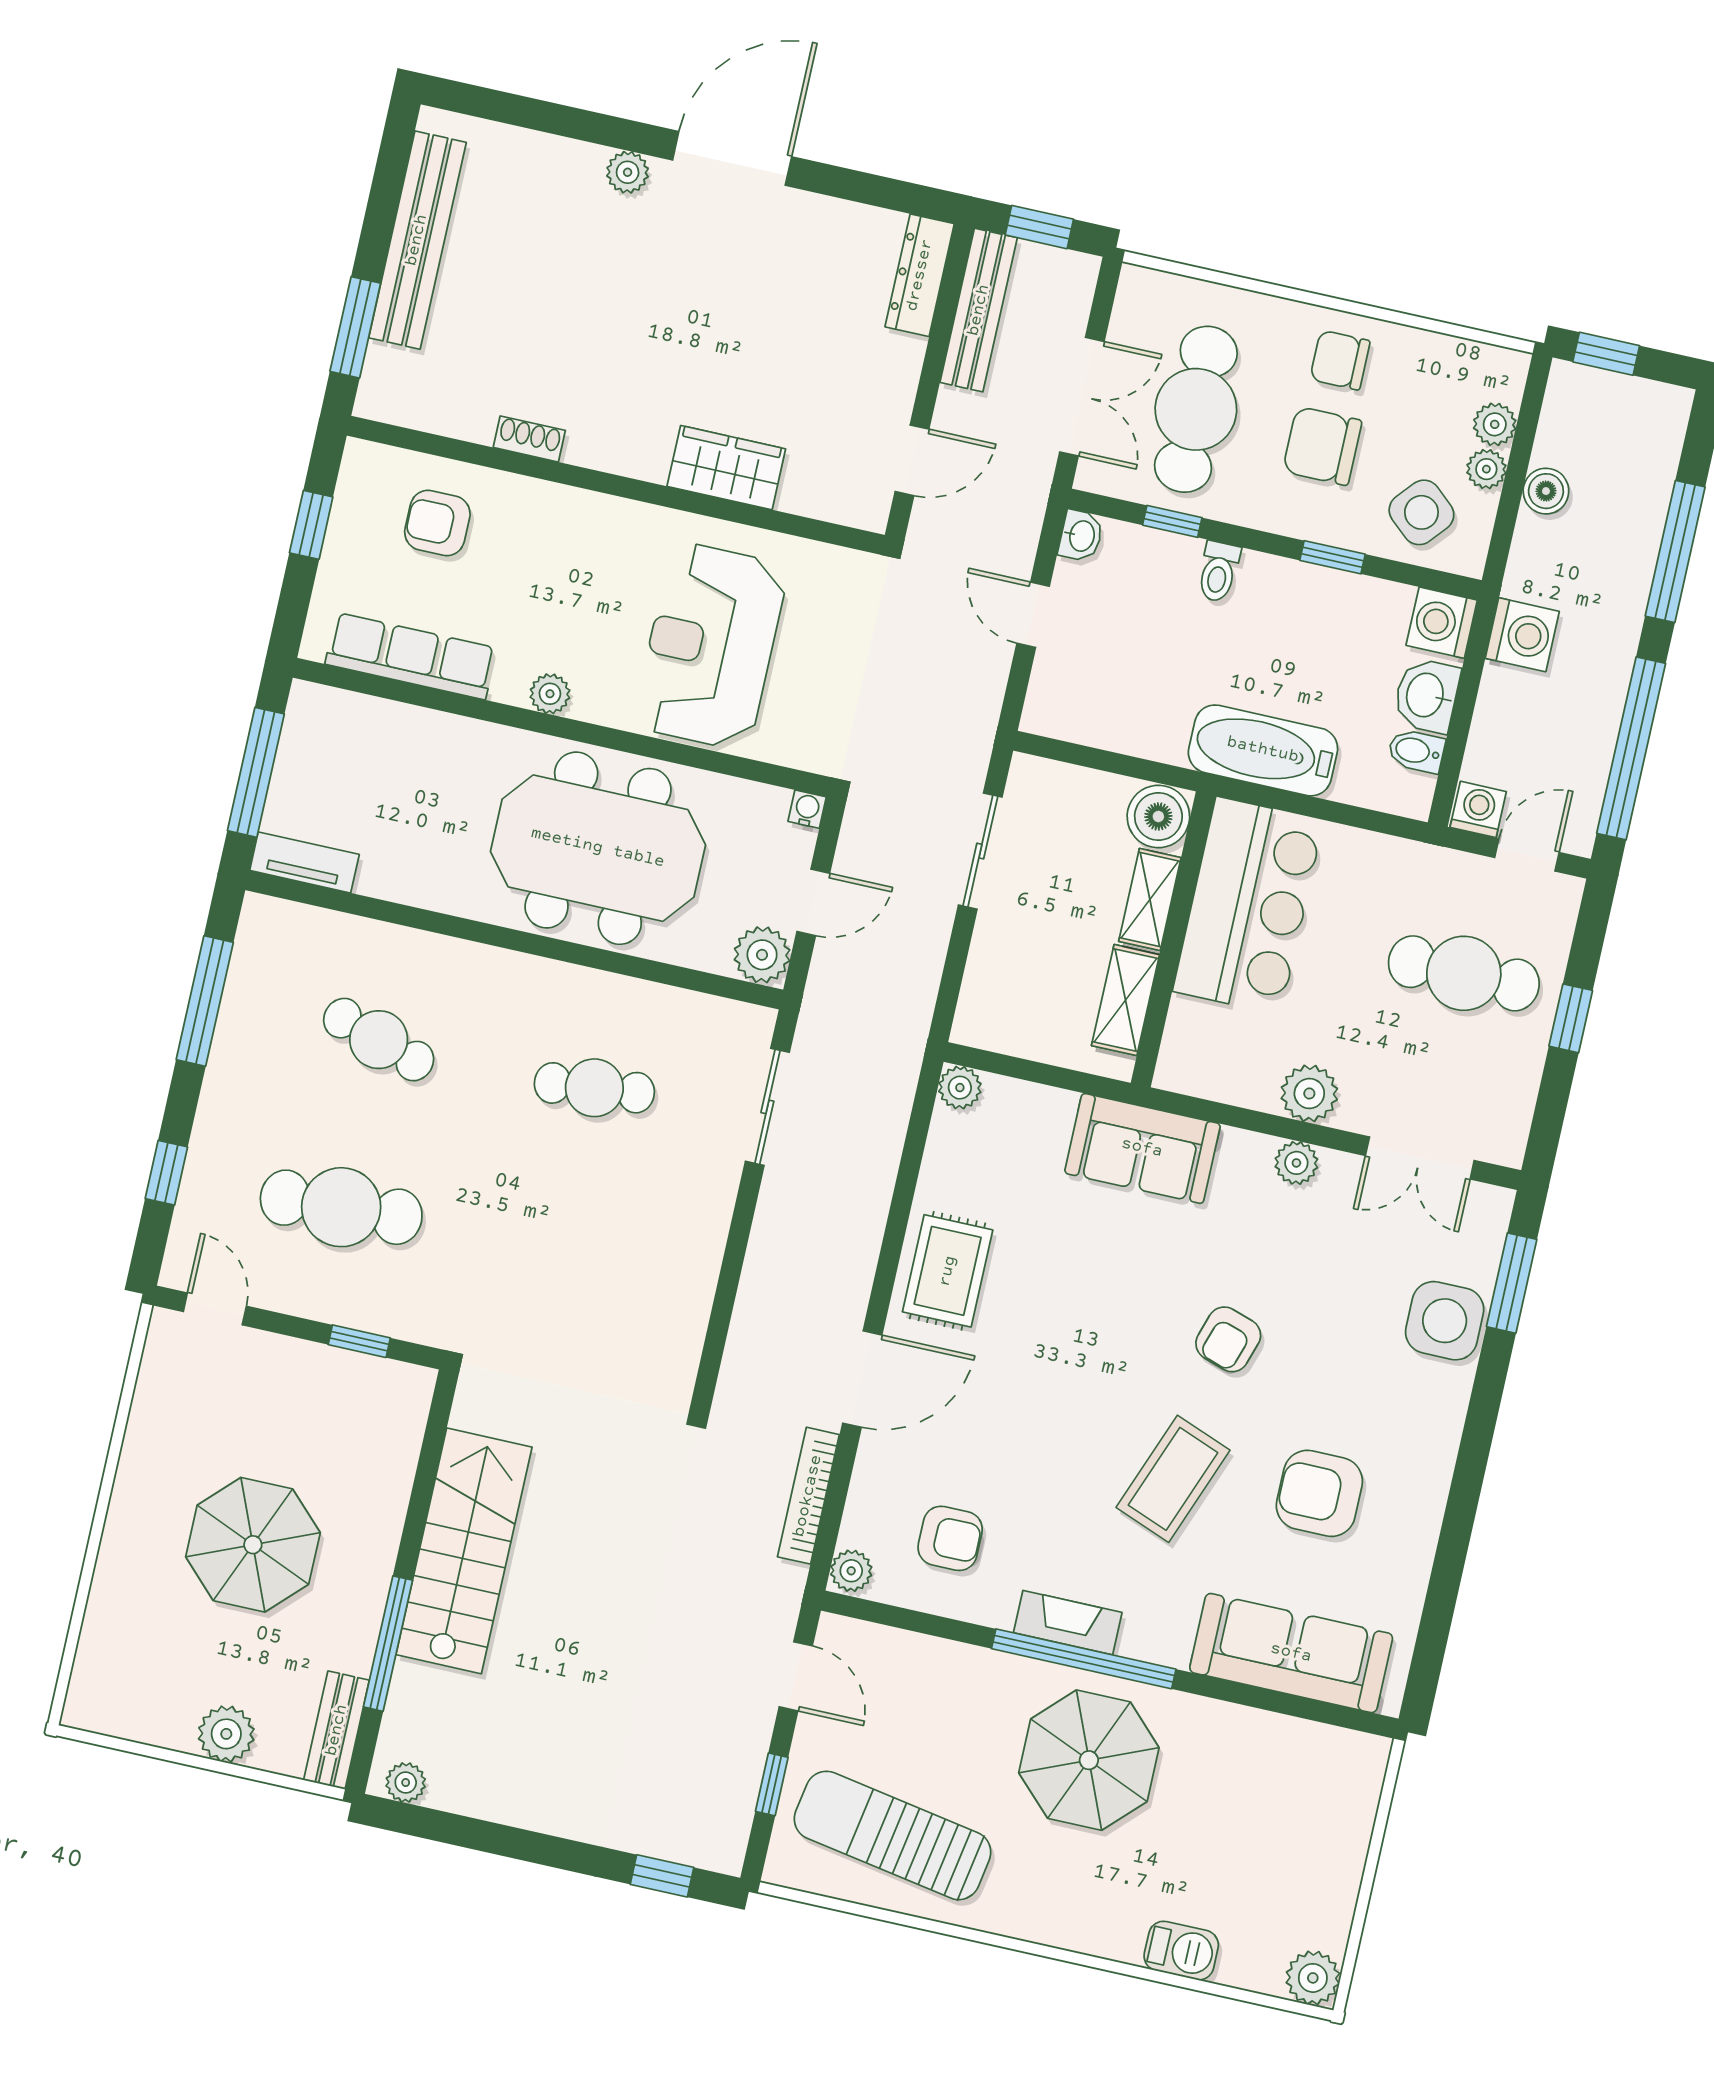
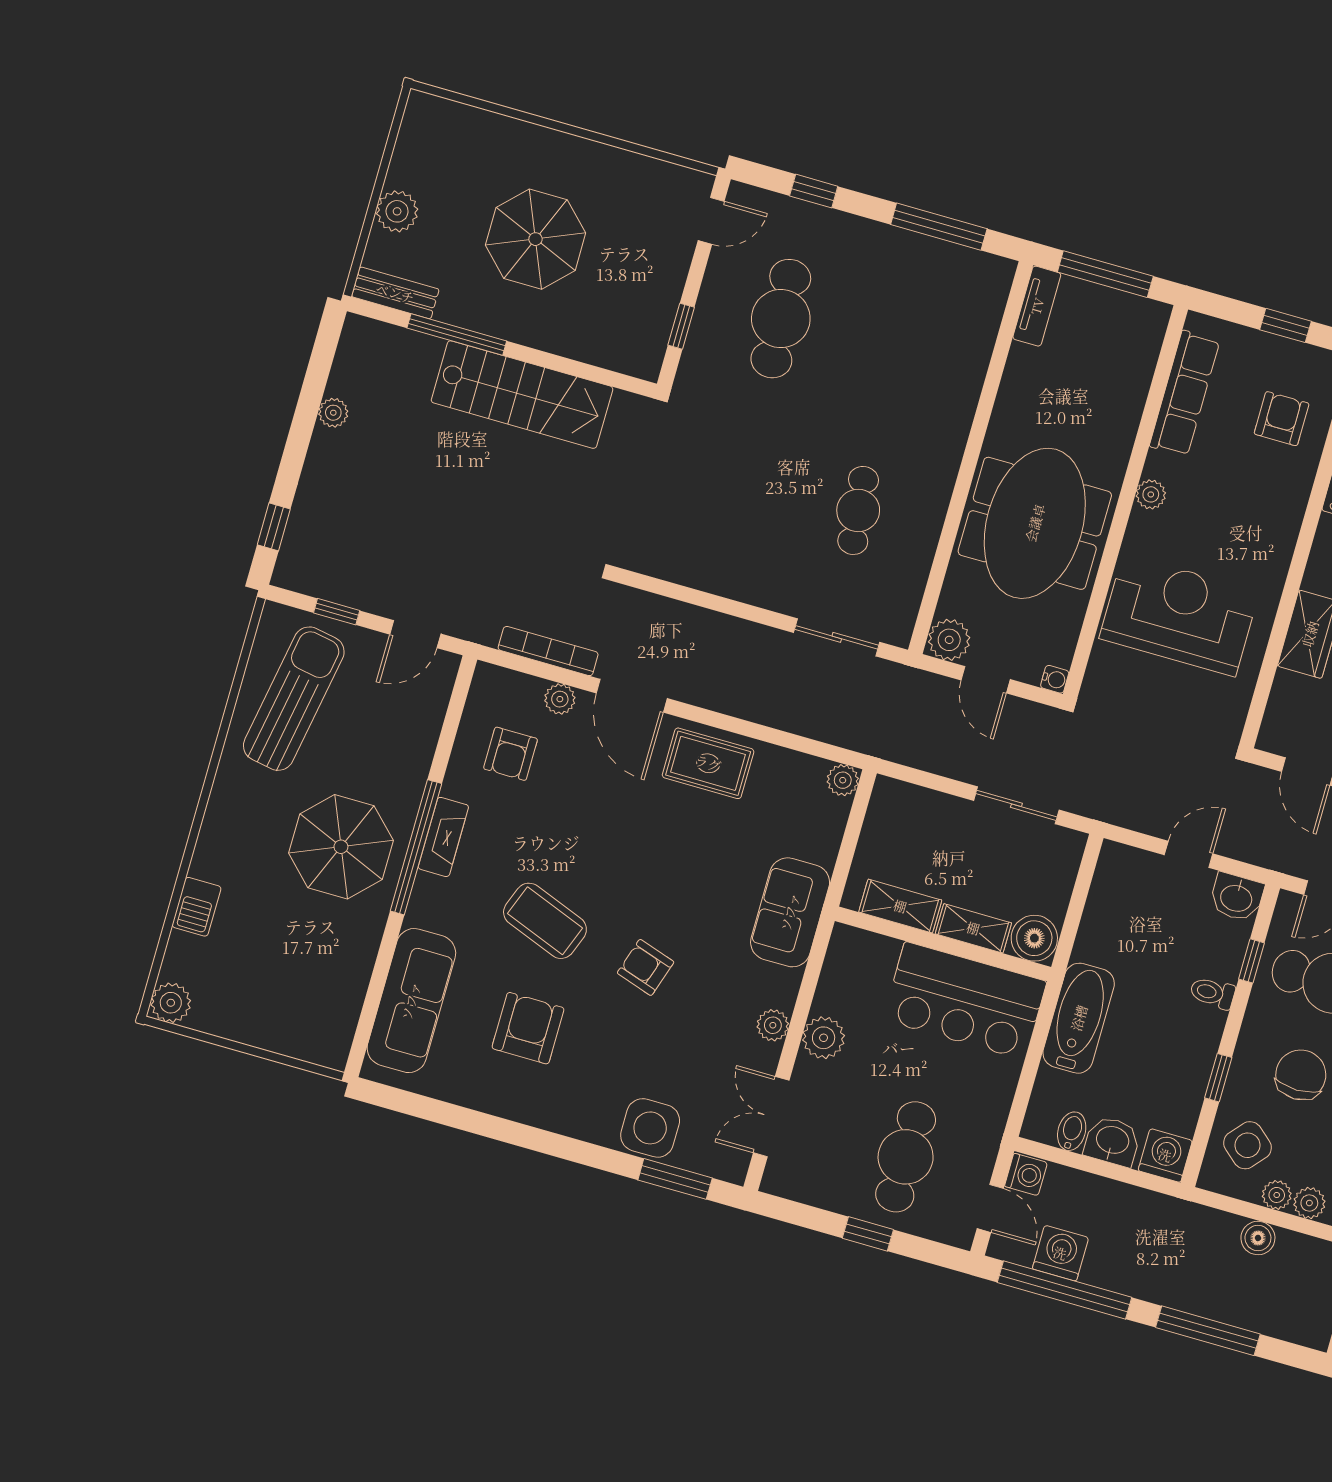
washbasin: (1081, 536) -> (1237, 897), width x1.38, depth x1.45
washing machine: (1522, 635) -> (1060, 1253), moved, turned 180
cafe table: (379, 1040) -> (903, 353), removed
plant: (851, 1571) -> (560, 699), moved
plant: (406, 1783) -> (333, 413), moved

